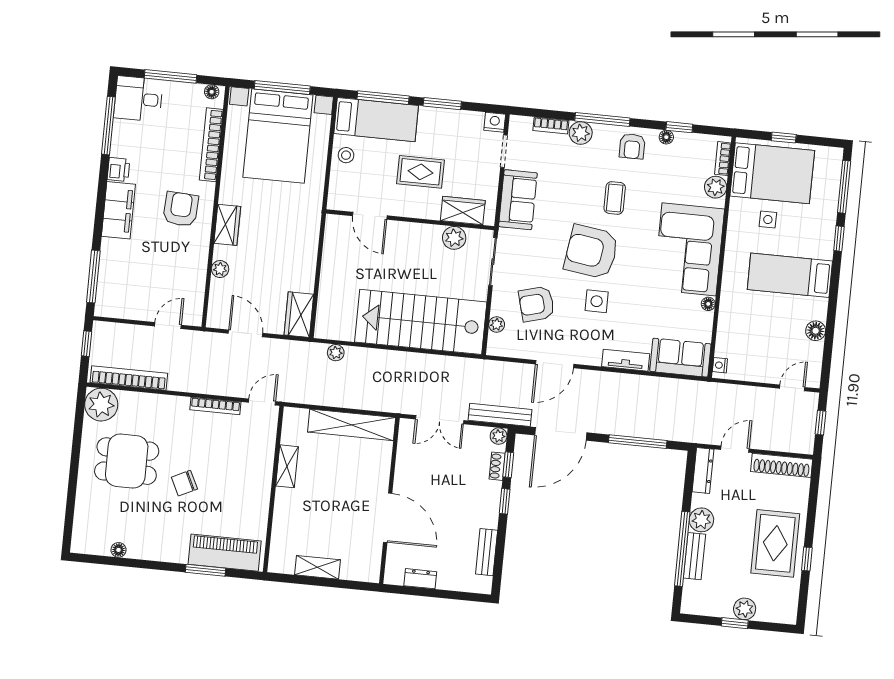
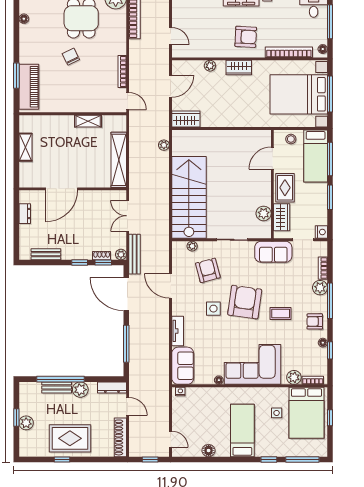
wardrobe: (463, 211) -> (282, 217), moved
door: (370, 216) -> (272, 158), moved
wall: (410, 220) -> (272, 184), moved
plant: (454, 238) -> (264, 213), moved

